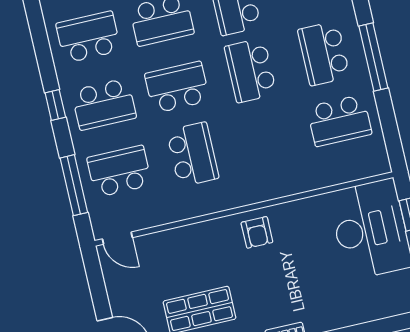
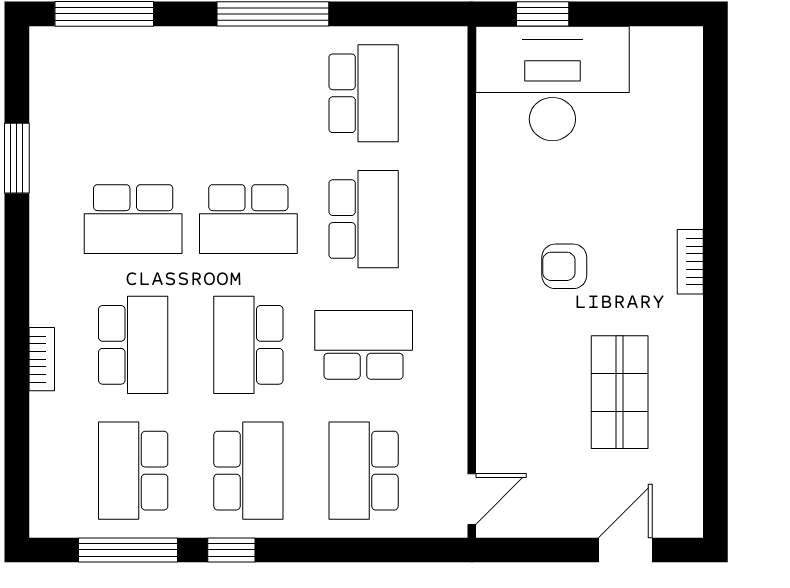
school desk: (324, 53) -> (364, 219), moved, turned -90
window: (74, 185) -> (128, 550), moved
armchair: (257, 232) -> (564, 266), moved, turned 180

